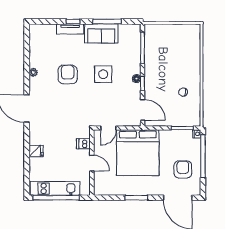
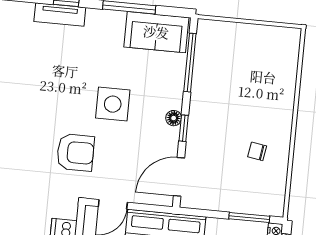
sofa: (101, 33) -> (156, 32), moved
armchair: (68, 74) -> (75, 152), moved, turned 90
door: (142, 110) -> (179, 177), swing flipped

